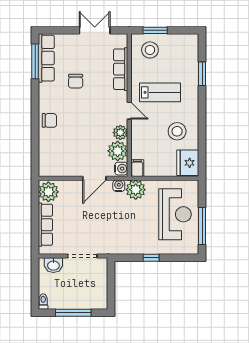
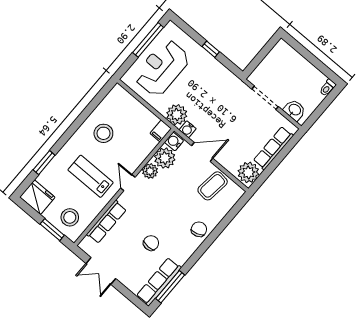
chair: (49, 120) -> (199, 229), turned 72
coffee table: (66, 160) -> (213, 186), added
fridge: (188, 163) -> (37, 197), moved, turned -90
window: (73, 313) -> (311, 58), removed

